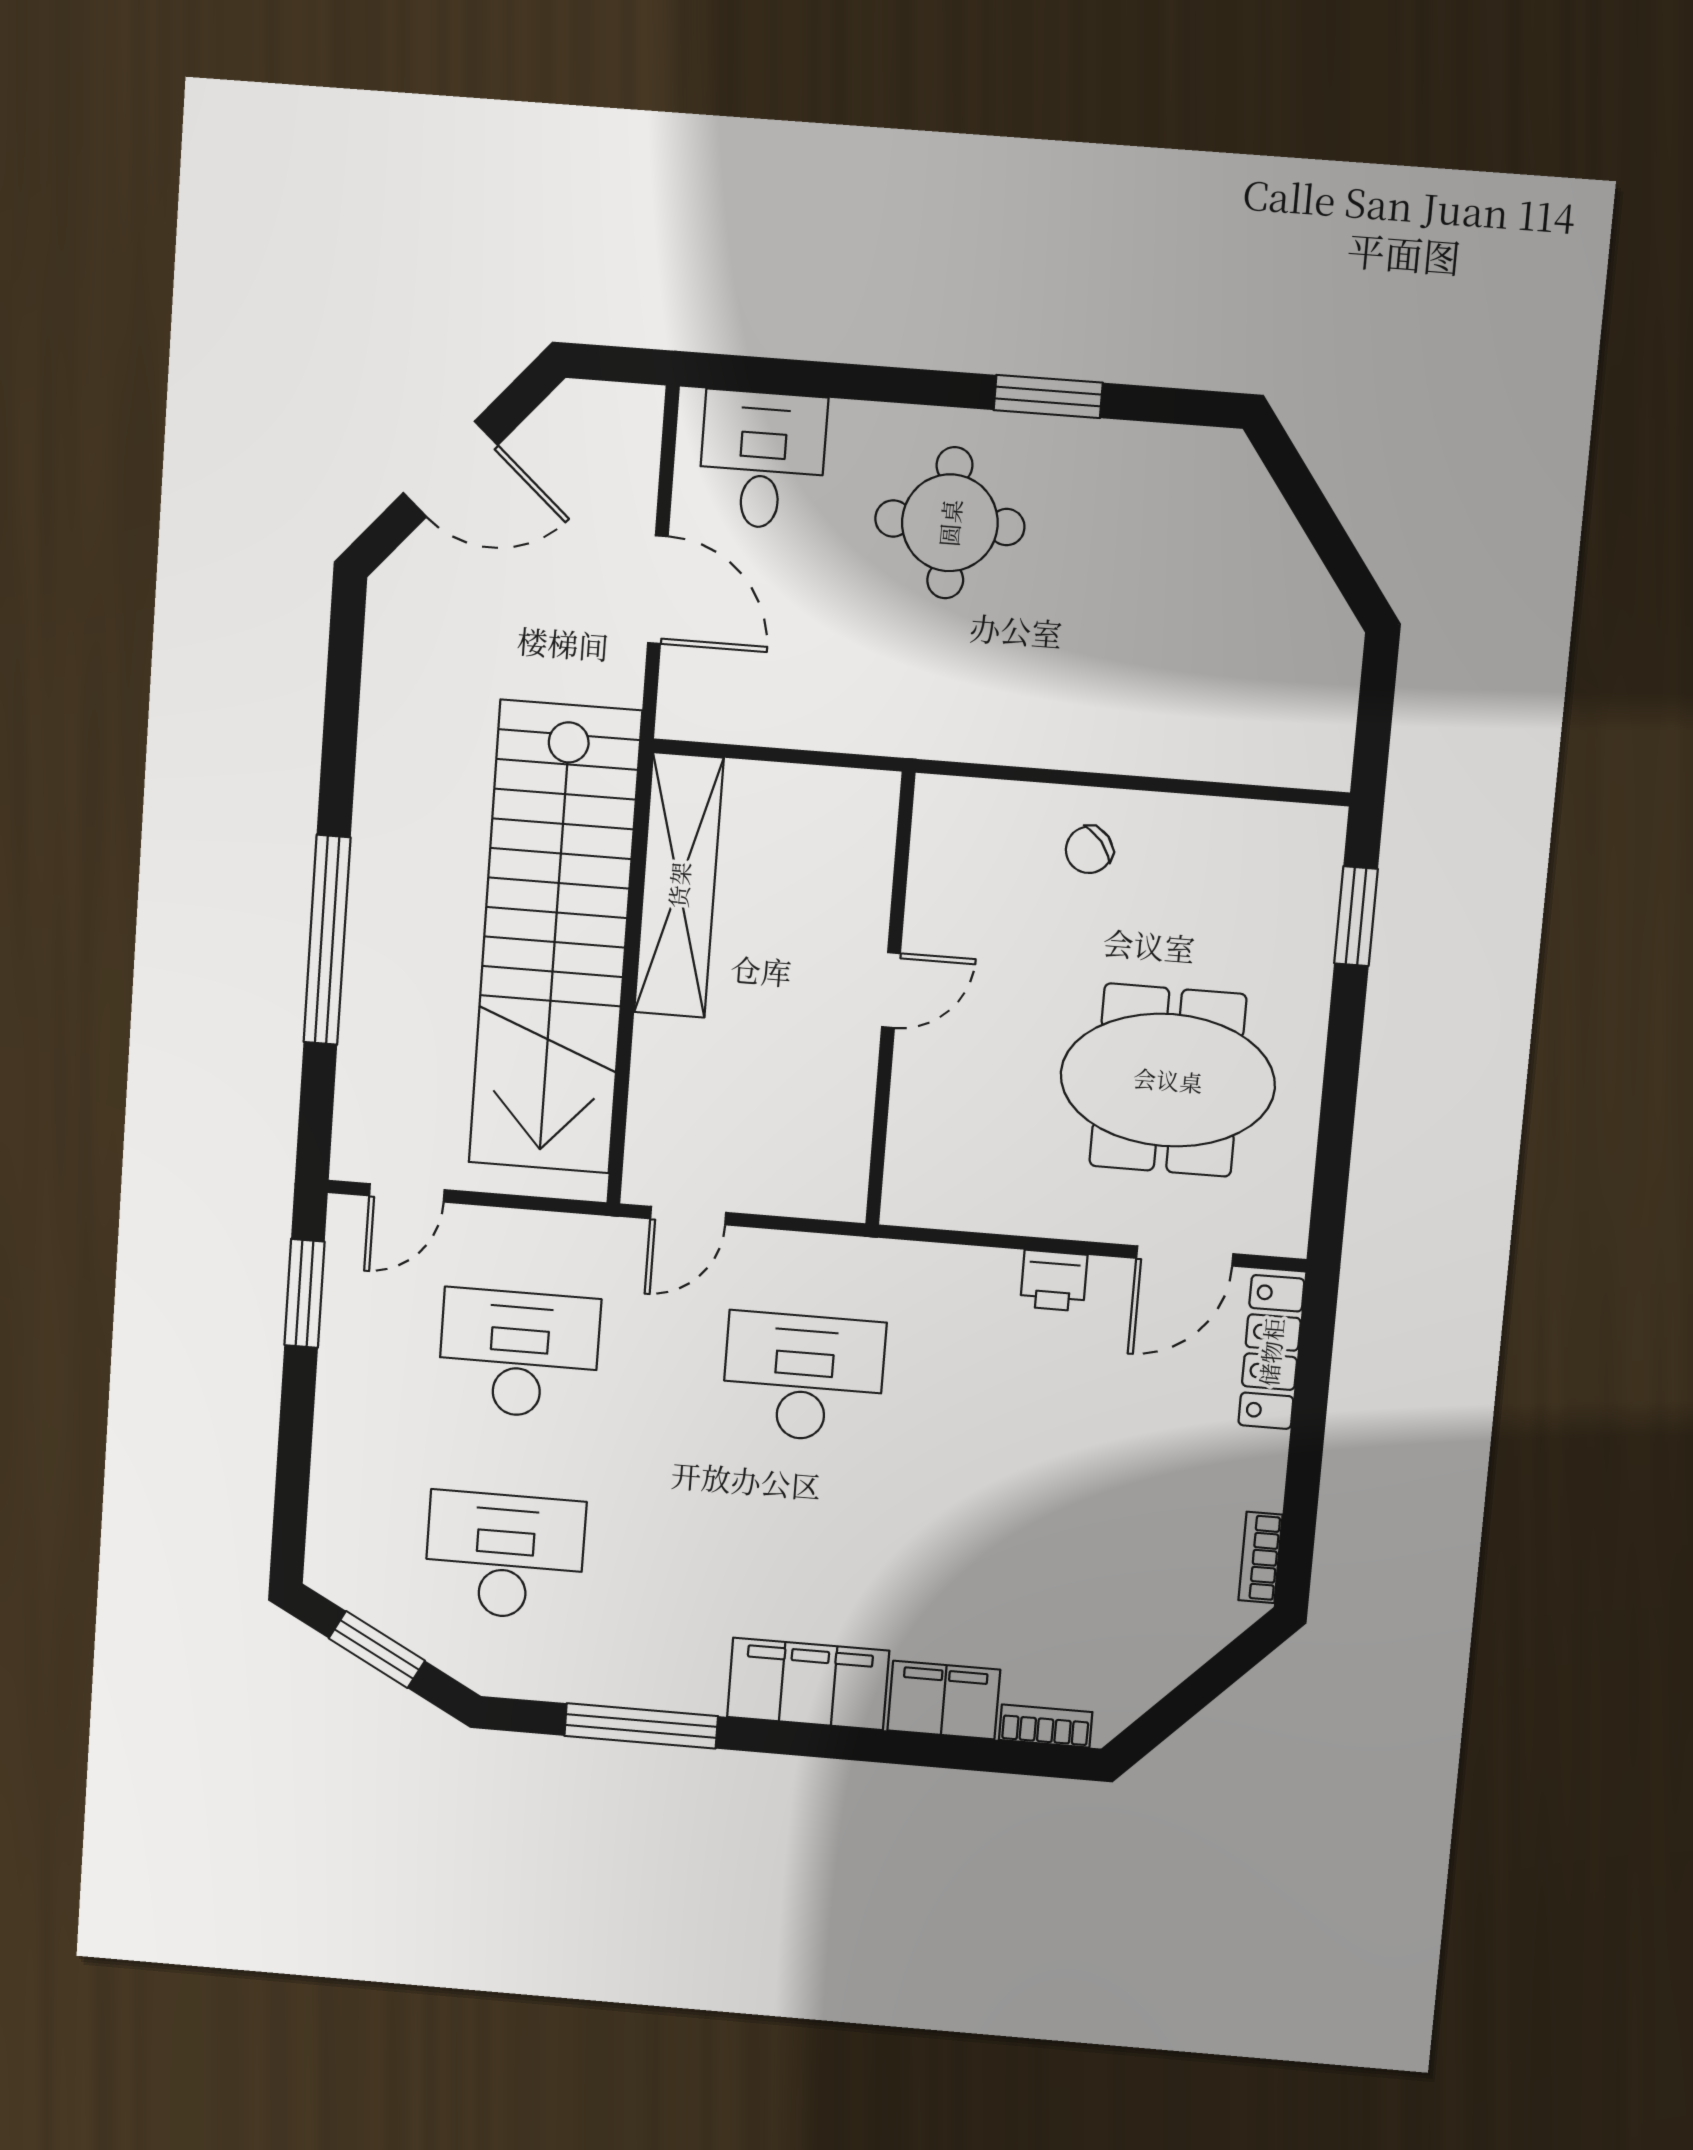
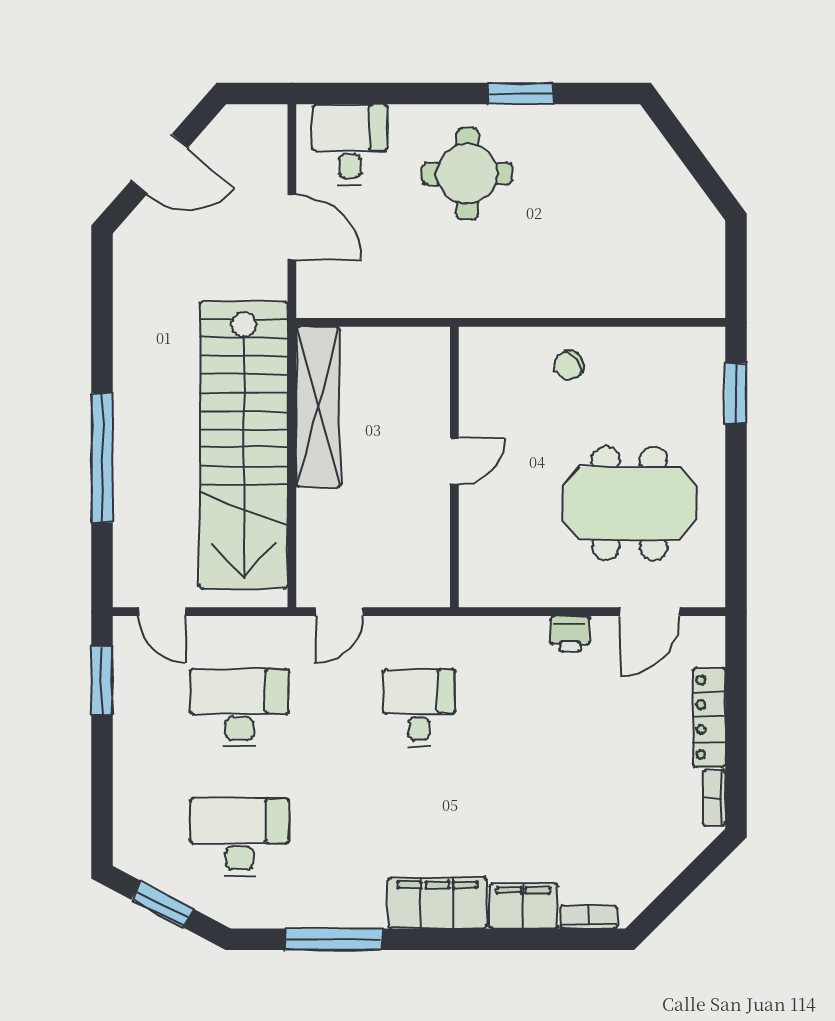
door: (407, 1193) -> (162, 612), hinge flipped
locker: (1271, 1352) -> (709, 717), moved
desk: (803, 1377) -> (419, 708), width x0.73

